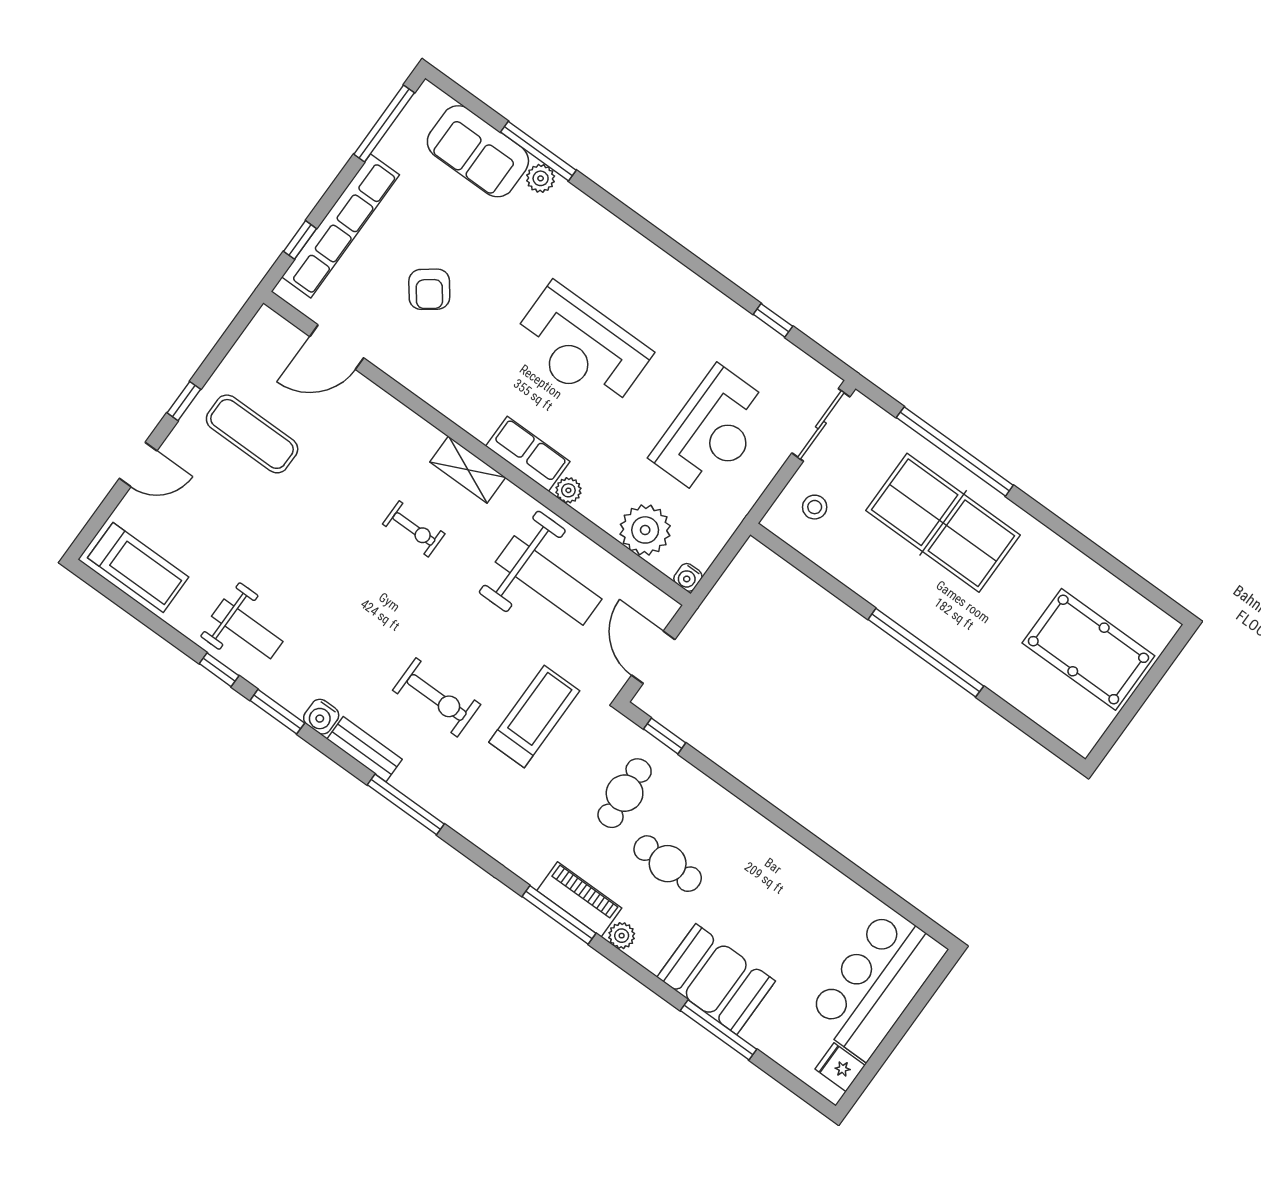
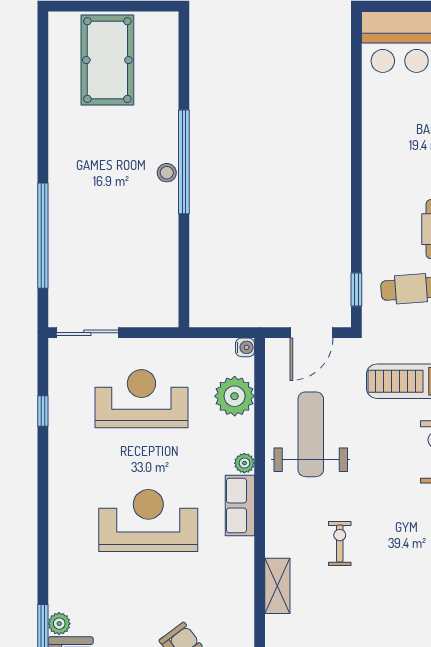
reception desk: (581, 348) -> (148, 521), turned -90
shelving: (468, 470) -> (277, 586), moved
stool: (815, 507) -> (167, 173), moved
table tennis table: (943, 523) -> (94, 210), removed

